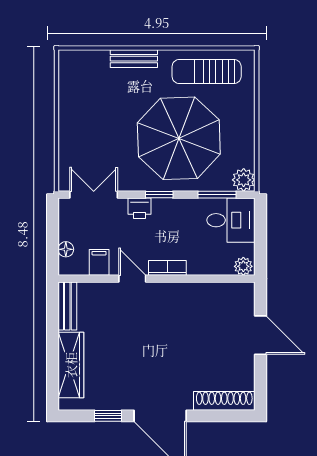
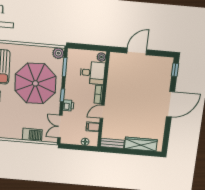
barbecue: (71, 139) -> (32, 135), added
desk: (231, 220) -> (92, 73), moved, turned 90
shoe rack: (224, 401) -> (167, 72), removed
window: (108, 416) -> (175, 70), moved

